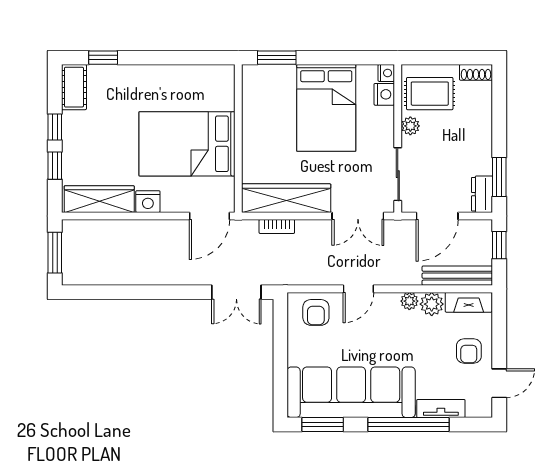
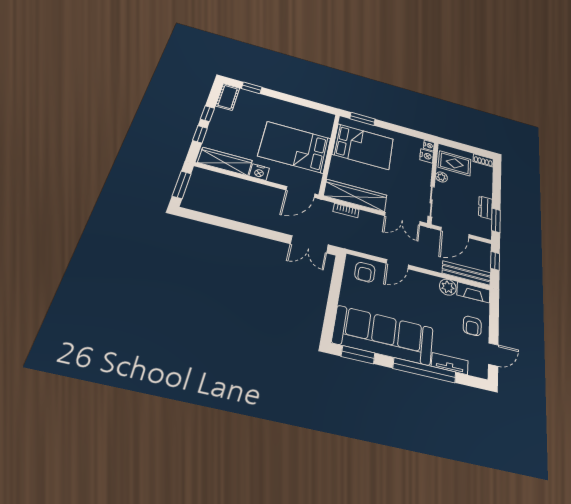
bed: (326, 108) -> (363, 147), moved, turned -90
dresser: (482, 194) -> (485, 208), moved
plant: (409, 301) -> (432, 281), removed

